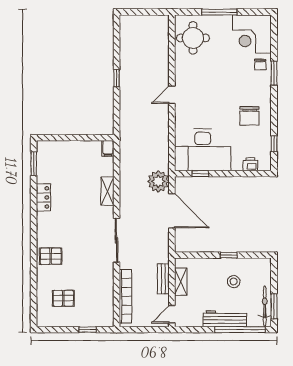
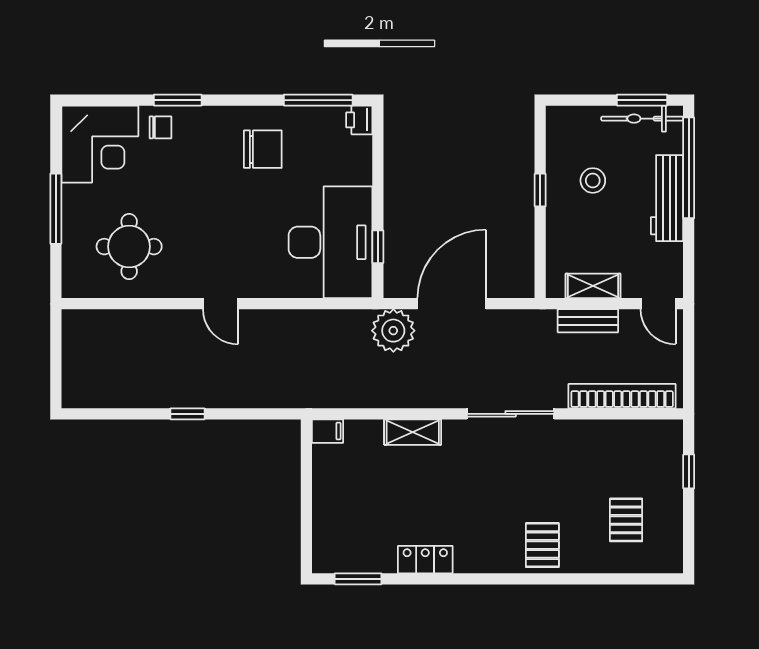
round table: (193, 38) -> (129, 247), moved
window: (274, 144) -> (318, 100), width x2.17
printer: (250, 164) -> (359, 120), moved

